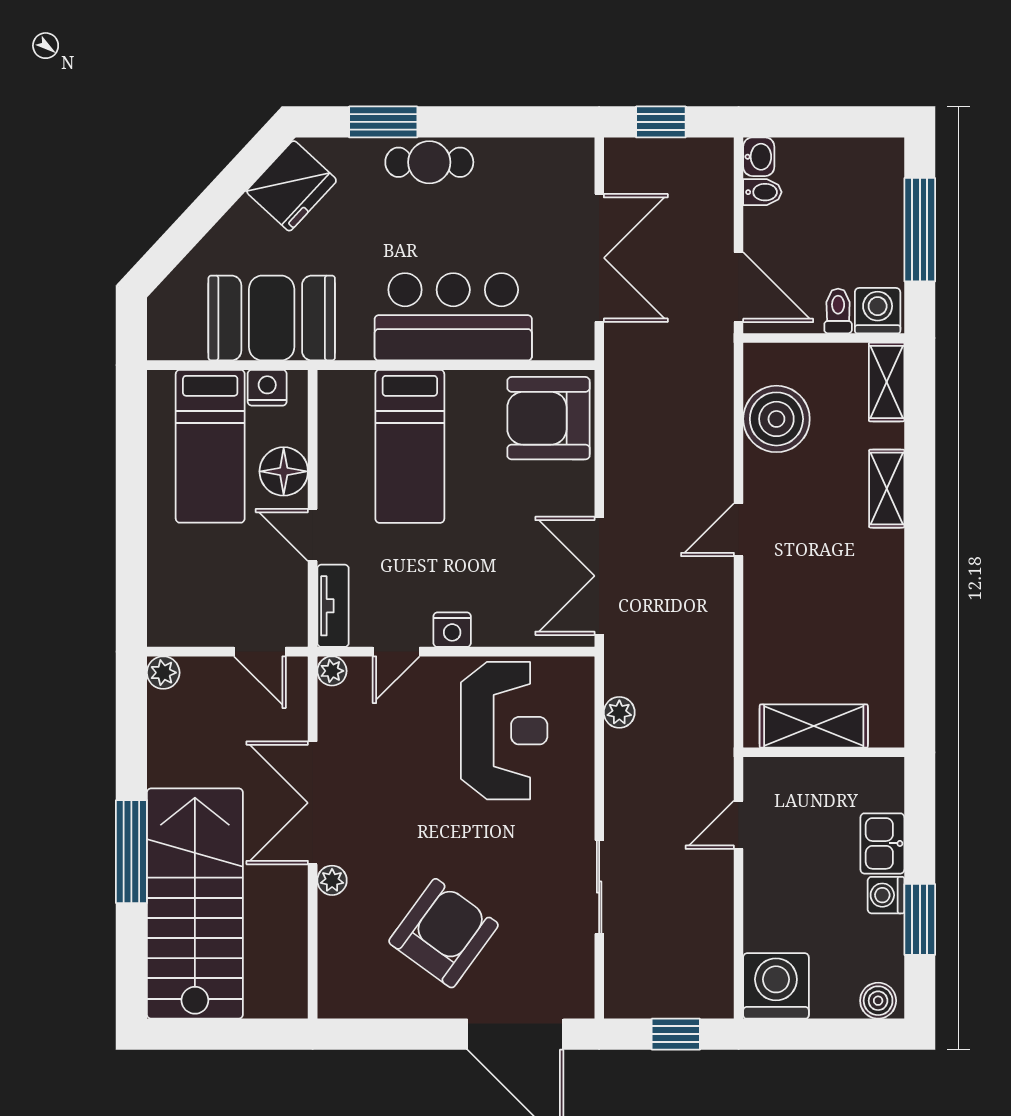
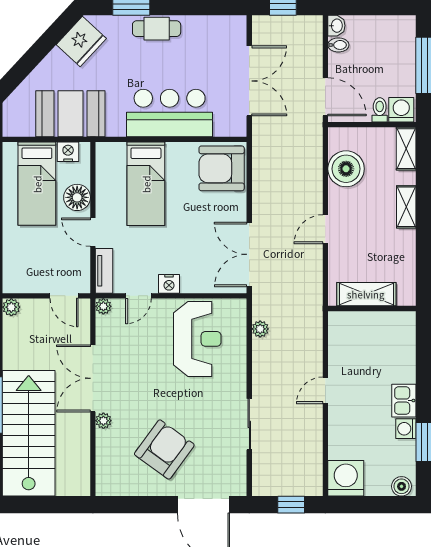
shelving: (814, 726) -> (366, 294), moved
wall: (824, 752) -> (372, 308), moved

